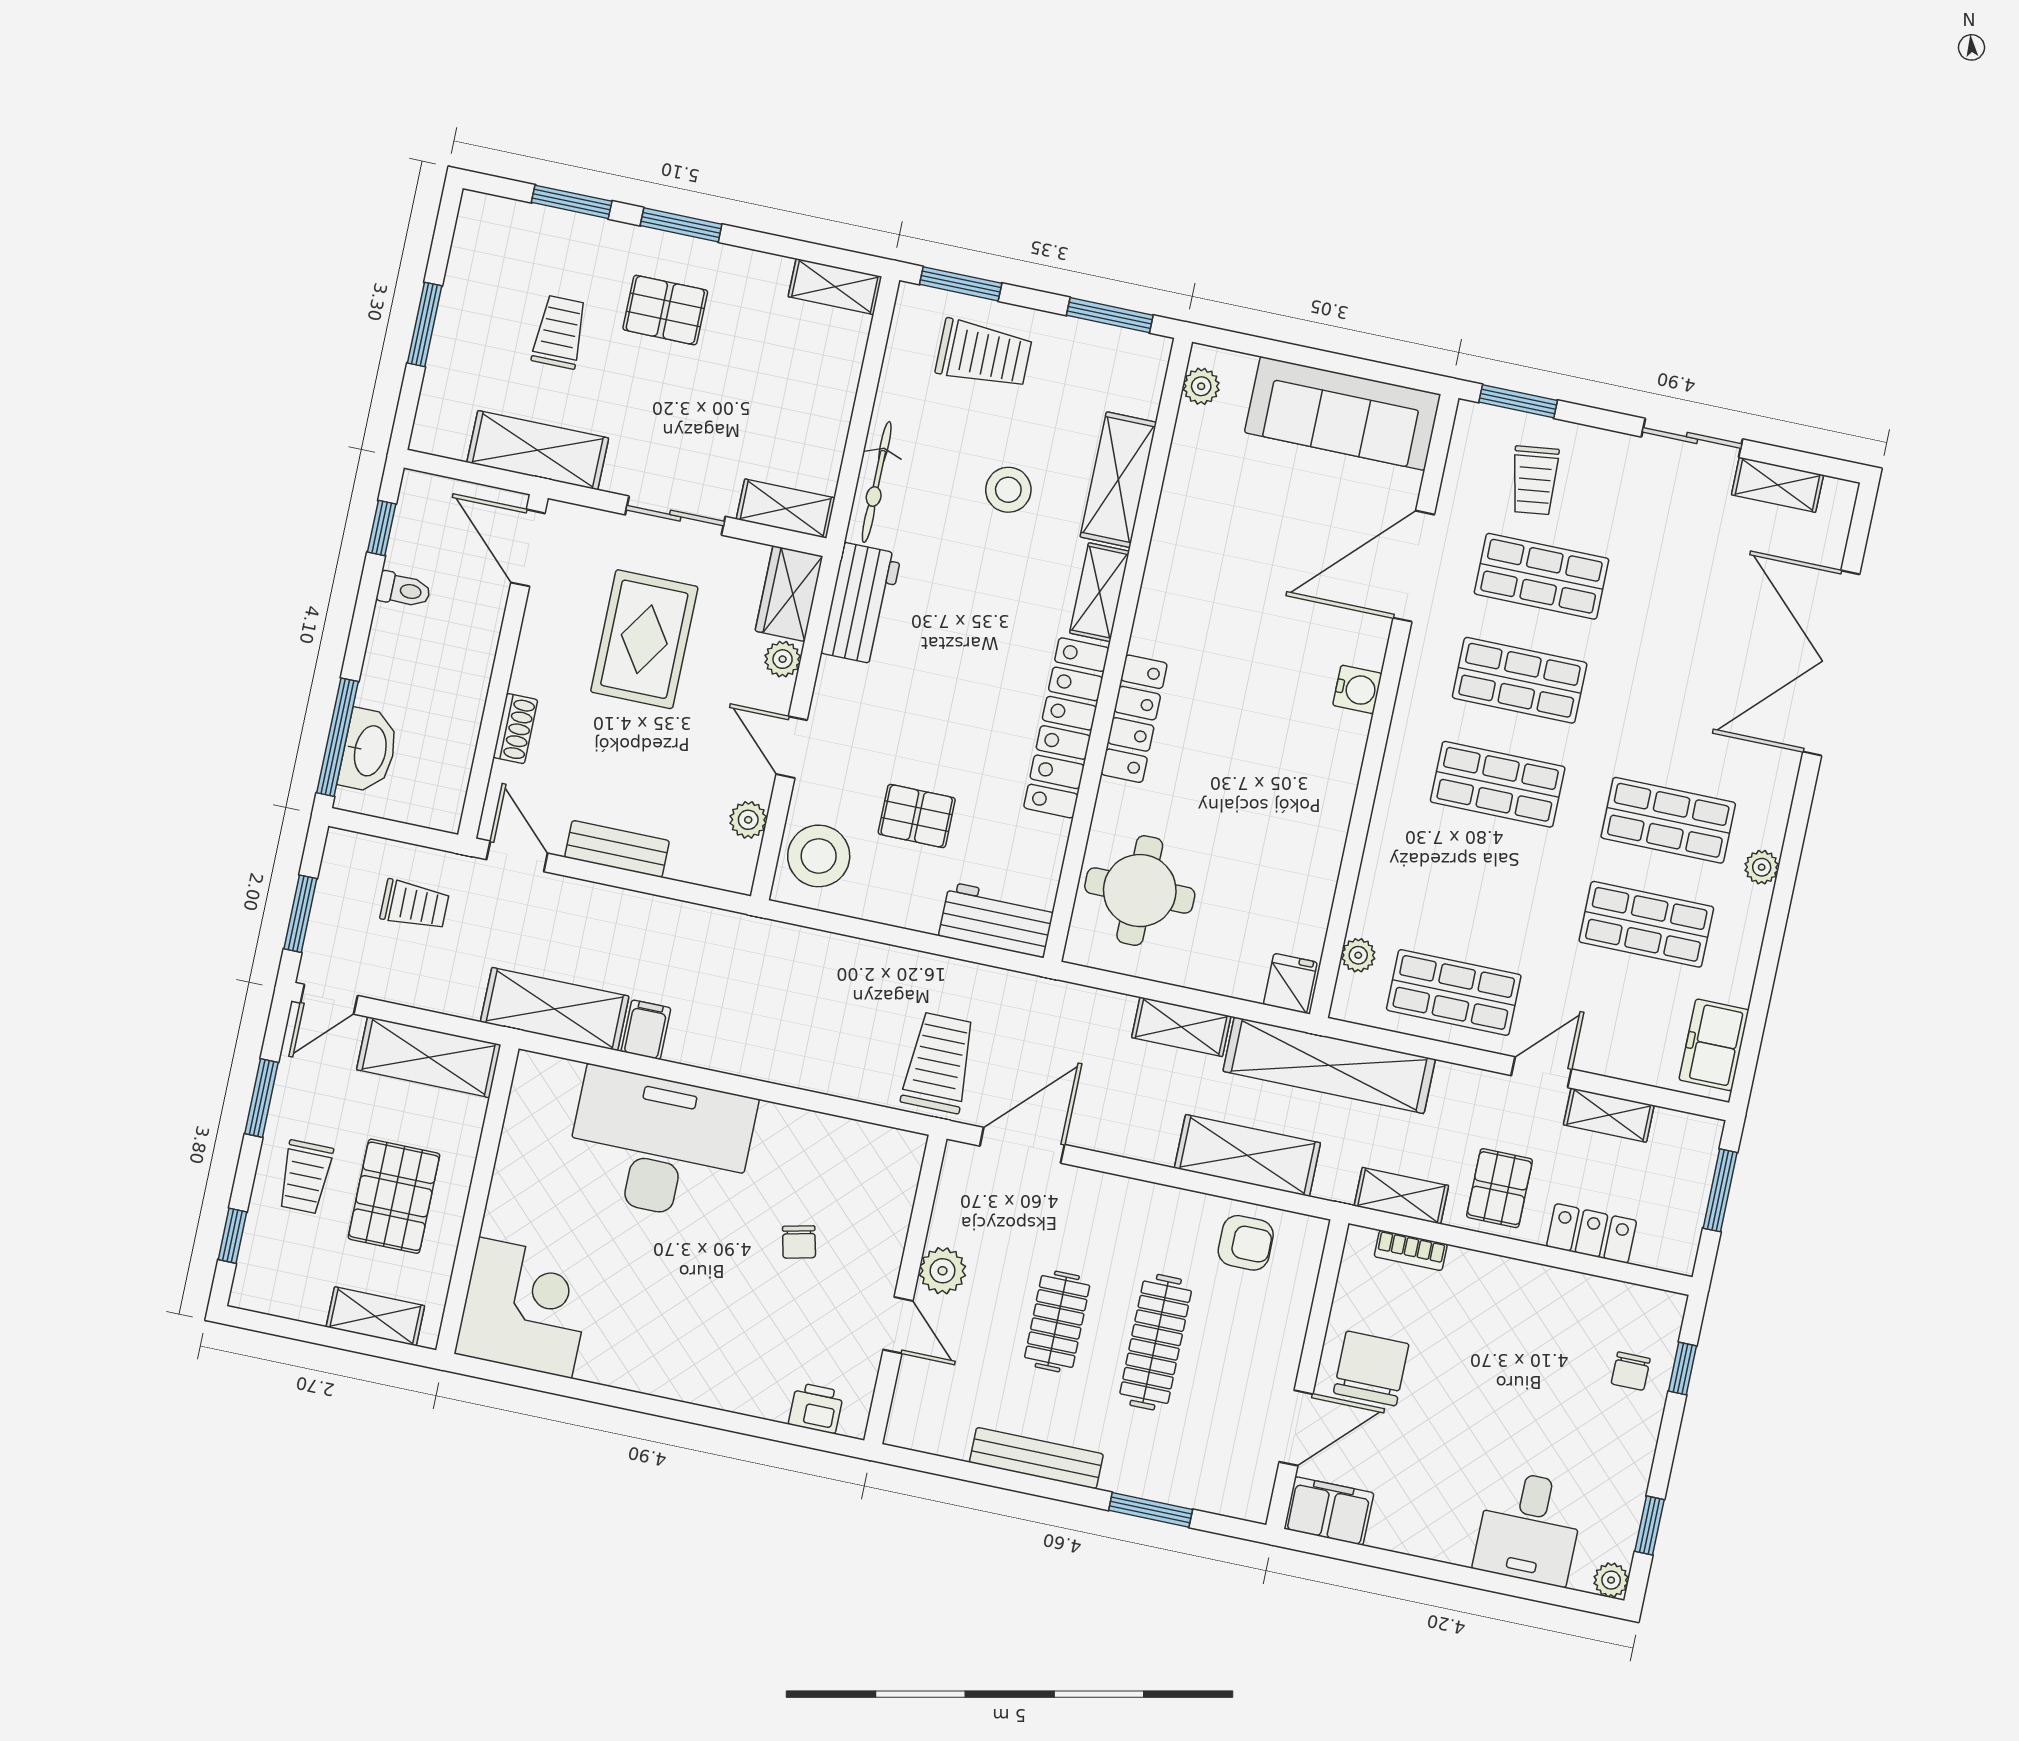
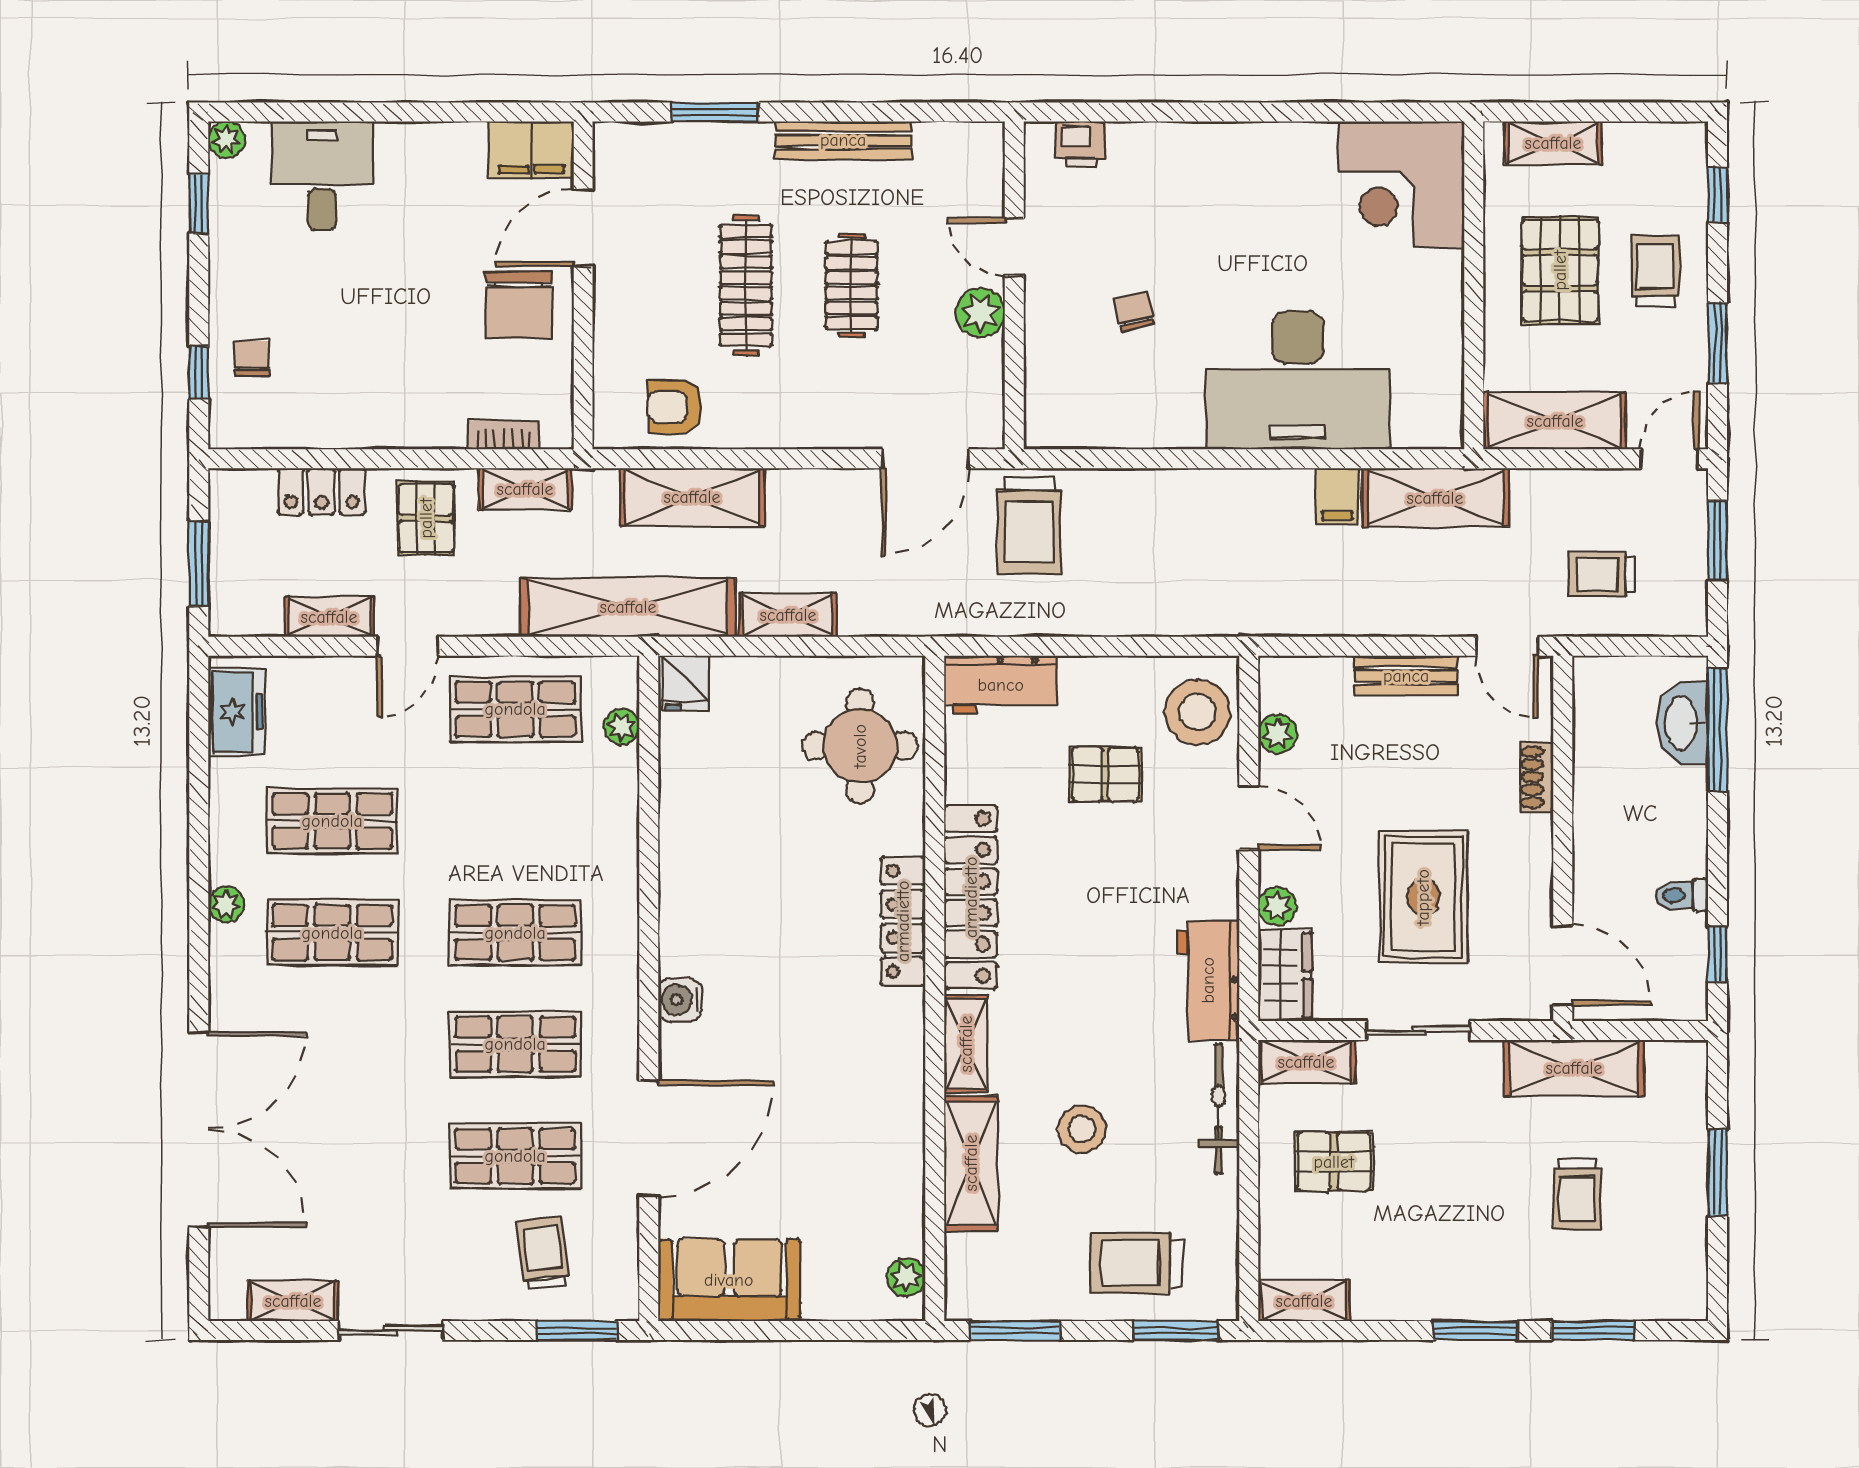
pallet: (665, 310) -> (1334, 1162), moved
sofa: (1343, 413) -> (729, 1280), width x0.73

